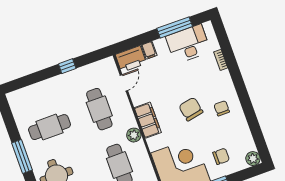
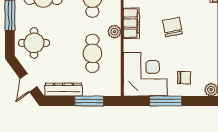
chair: (222, 108) -> (200, 36), removed

